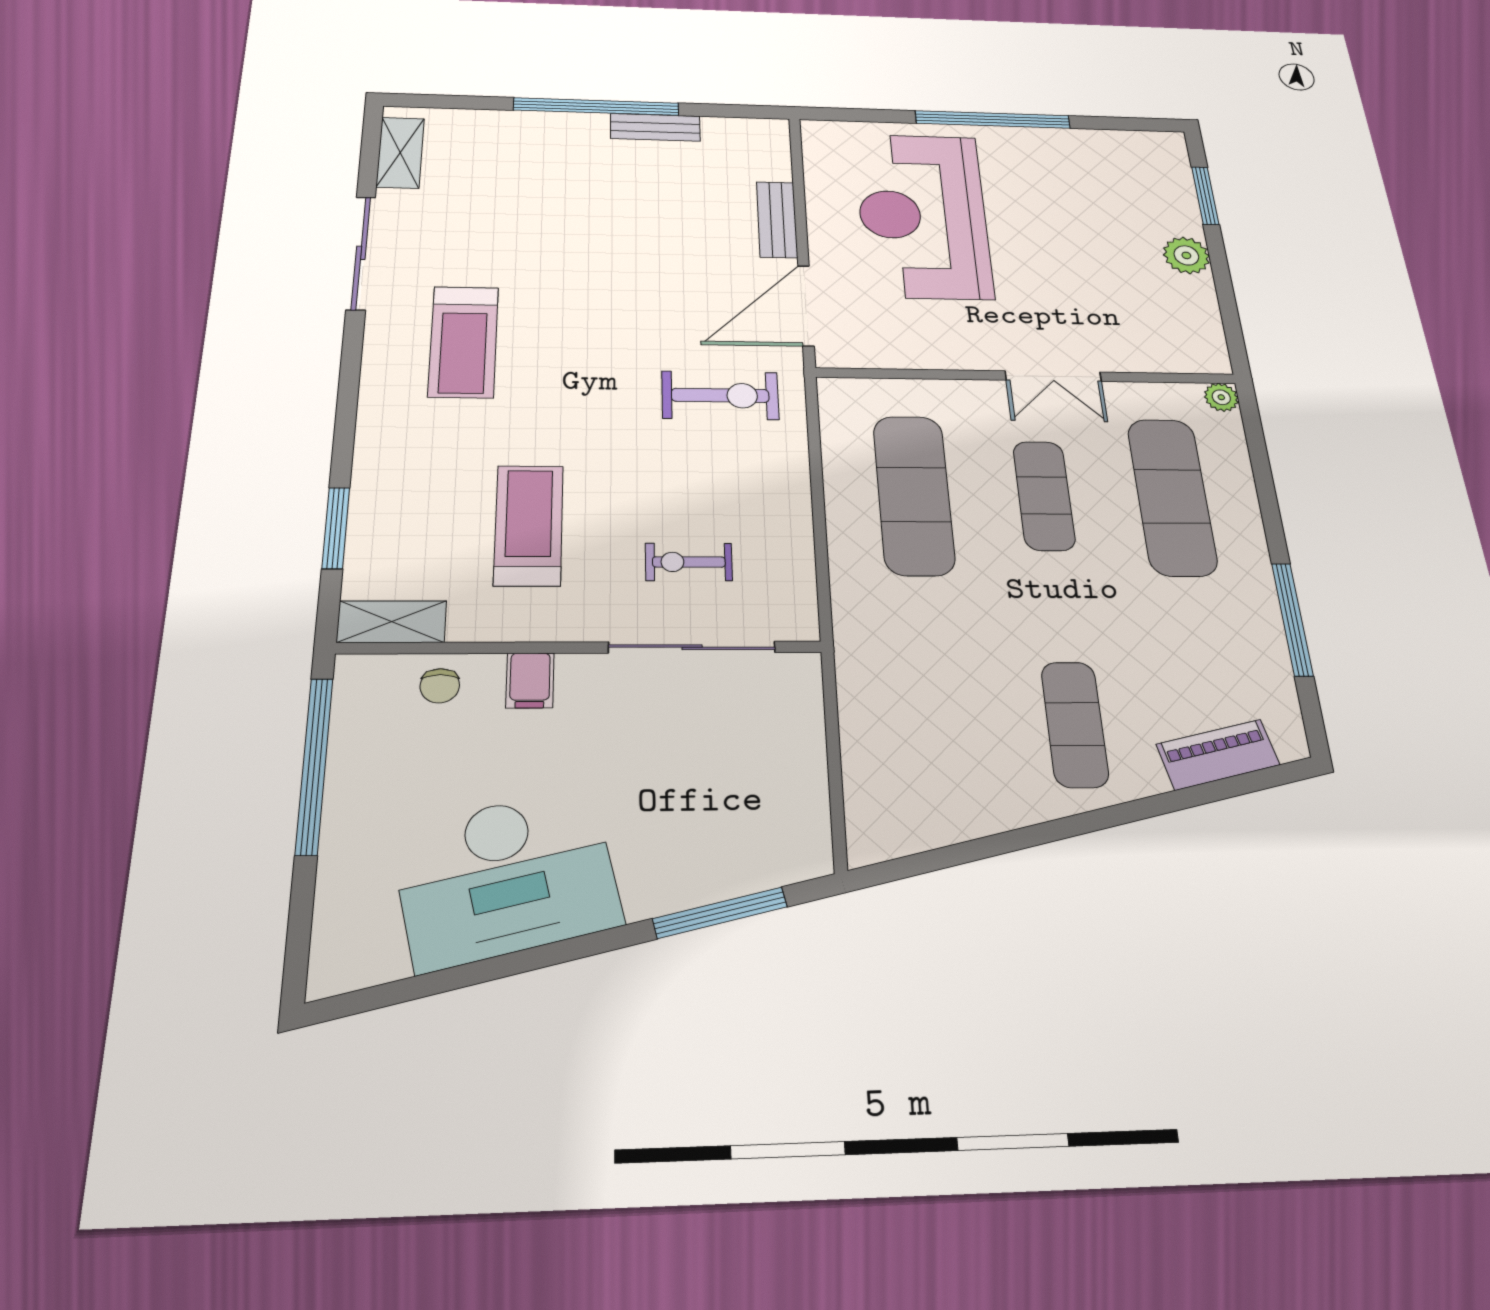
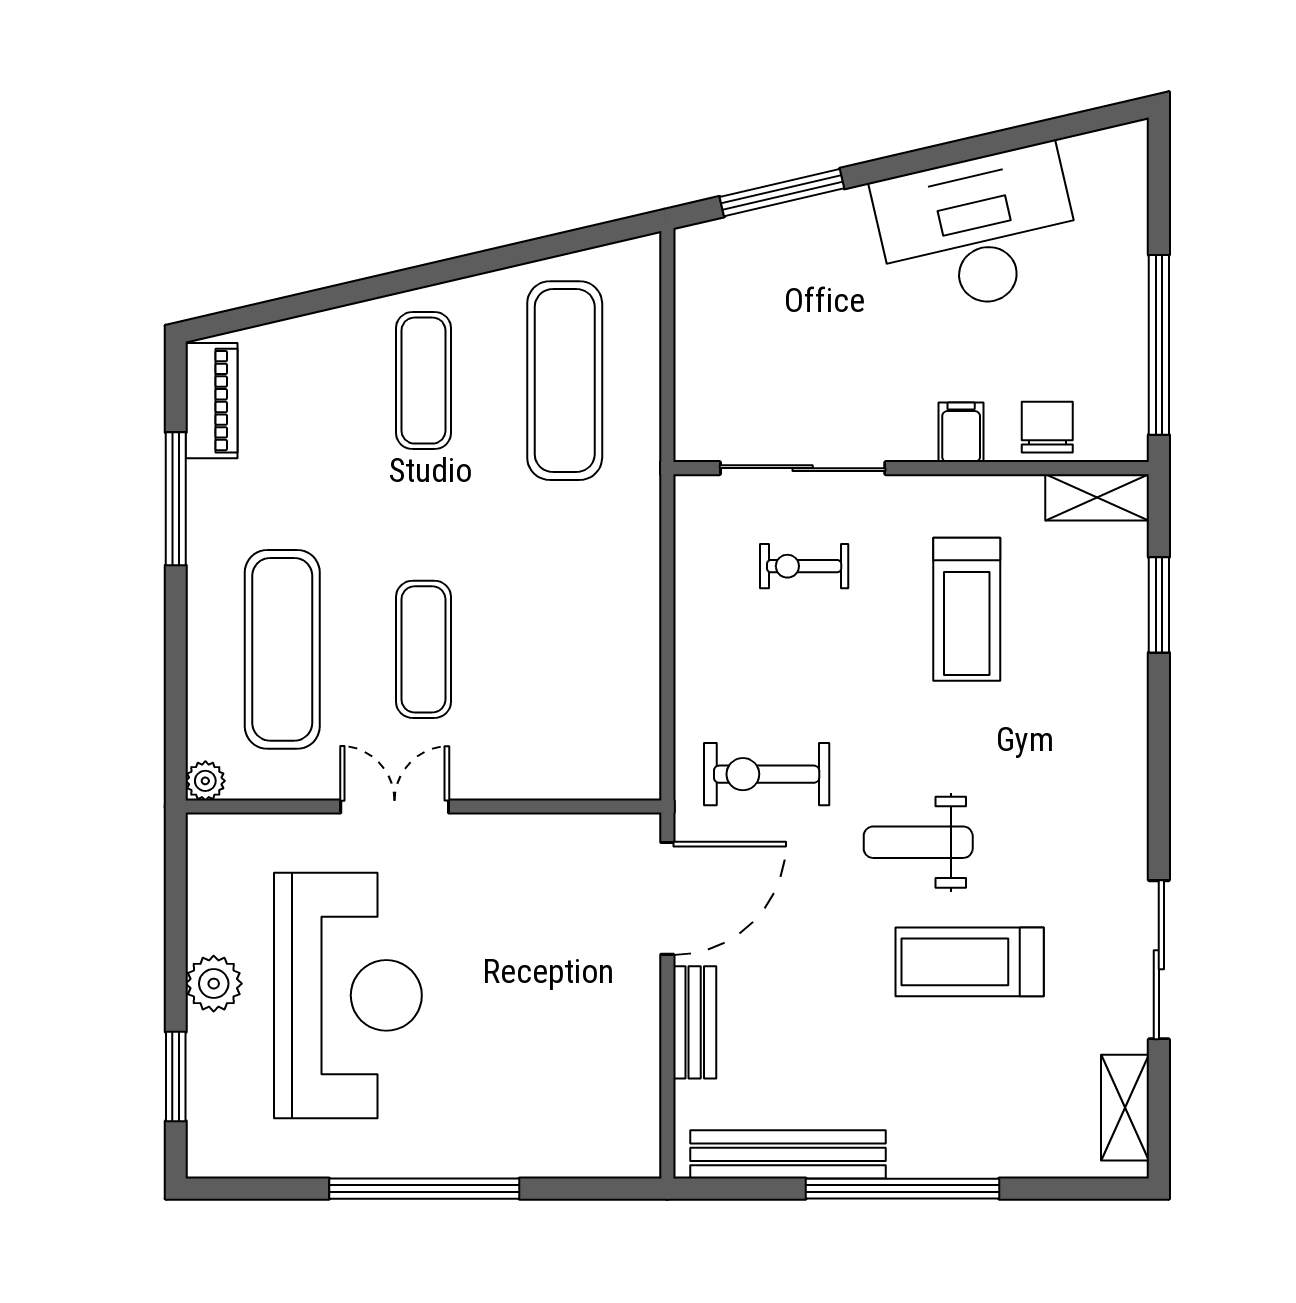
bench: (655, 127) -> (788, 1154), width x1.86, depth x1.21
reception desk: (923, 215) -> (348, 995), moved
treadmill: (463, 342) -> (970, 962), moved, turned -90
weight bench: (579, 342) -> (918, 842), added
exercise mat: (914, 495) -> (565, 381), moved
exercise bike: (689, 562) -> (804, 566), turned 180
chair: (440, 686) -> (1047, 427), width x1.37, depth x1.37
piano: (1218, 755) -> (211, 401), moved, turned -77

